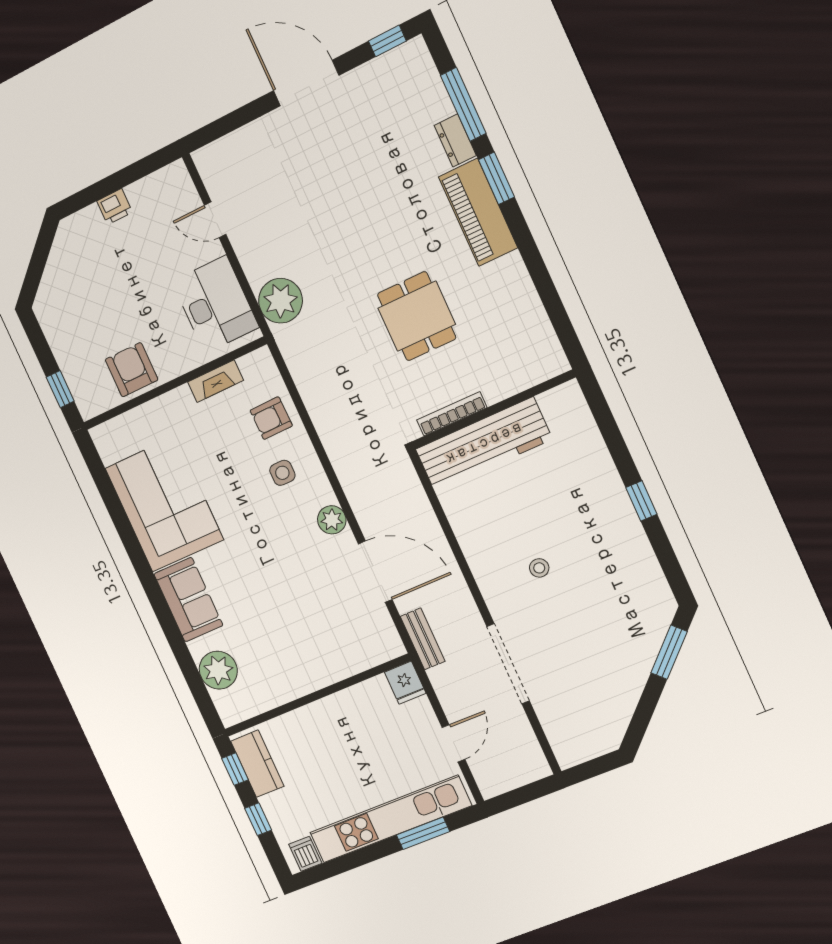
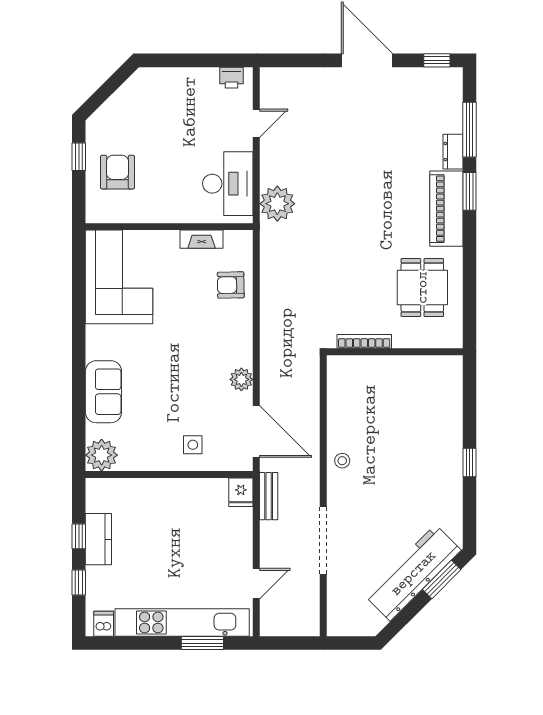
printer: (115, 207) -> (231, 78), moved
door: (215, 220) -> (256, 123), swing flipped
dining table: (417, 316) -> (422, 288), moved
armchair: (132, 370) -> (118, 172), moved
window: (60, 389) -> (79, 157), moved
workbench: (484, 444) -> (413, 573), moved, turned 135
side table: (282, 473) -> (193, 445), moved
corner sofa: (164, 504) -> (119, 277), moved
stool: (539, 568) -> (342, 461), moved
fridge: (405, 683) -> (241, 492), moved
wall: (317, 695) -> (169, 474), moved

